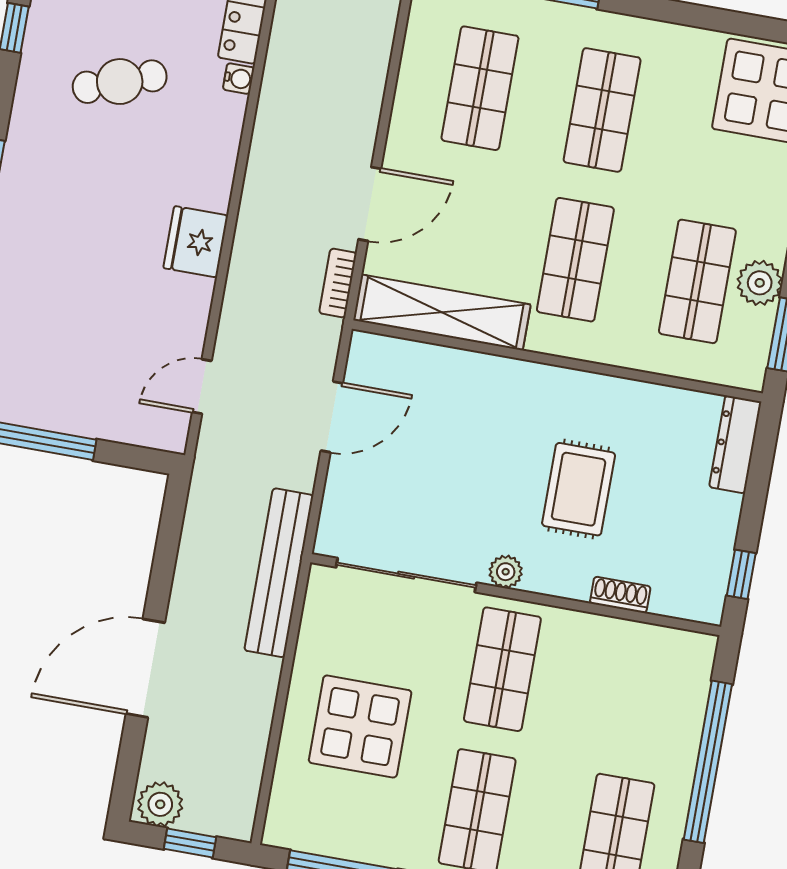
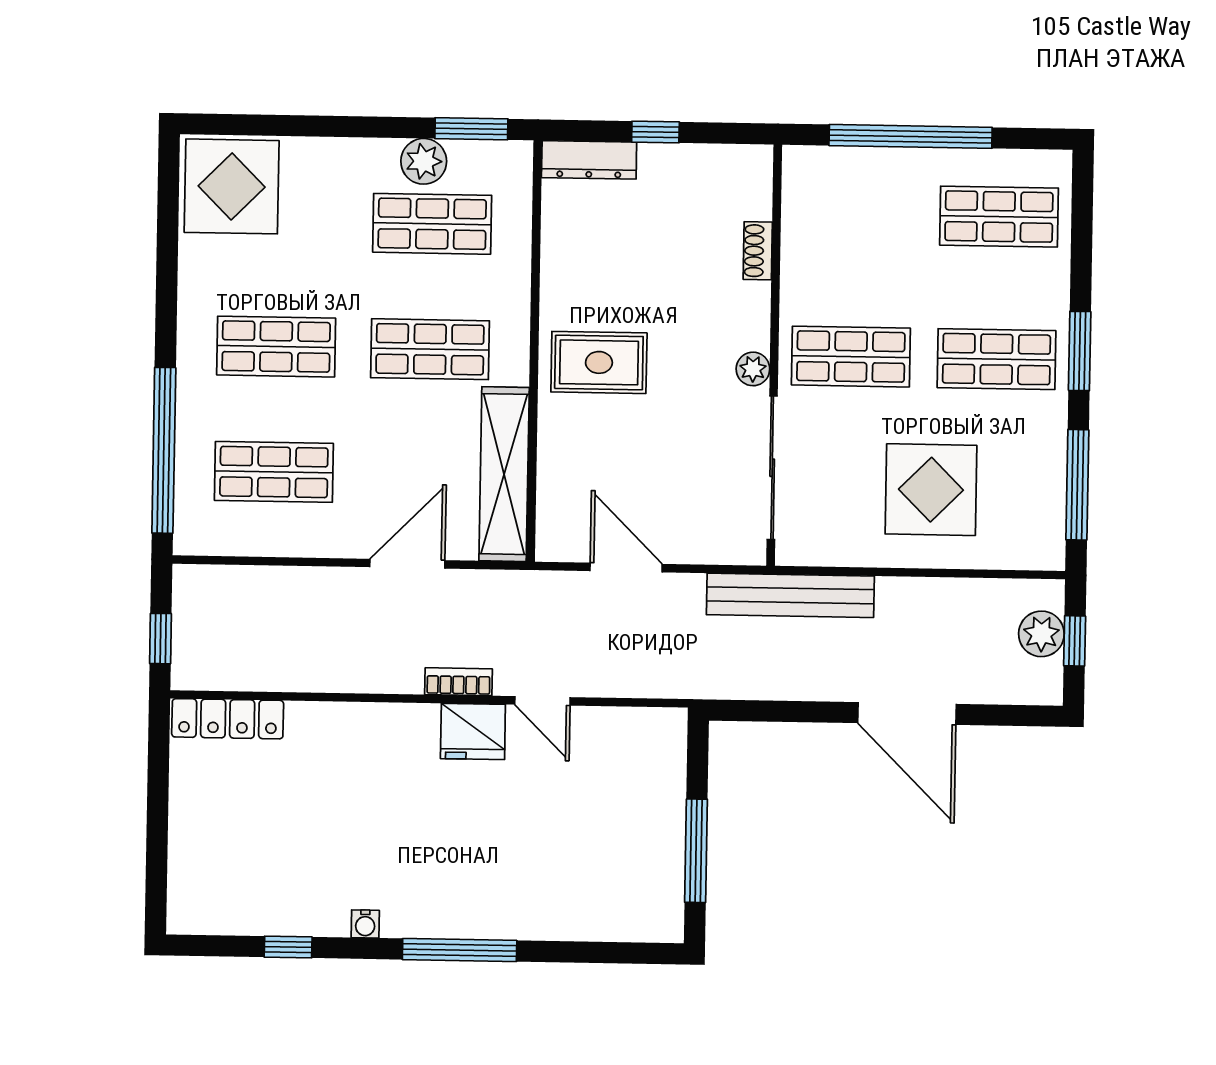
water cooler: (239, 79) -> (365, 924), moved, turned 180
cafe table: (120, 82) -> (325, 833), removed
door: (370, 204) -> (407, 564), hinge flipped
bookcase: (338, 283) -> (459, 682), moved, turned 180
door: (202, 387) -> (542, 701), moved
rug: (579, 489) -> (599, 362), moved
window: (741, 574) -> (655, 132), moved
plant: (160, 804) -> (1041, 634), moved

